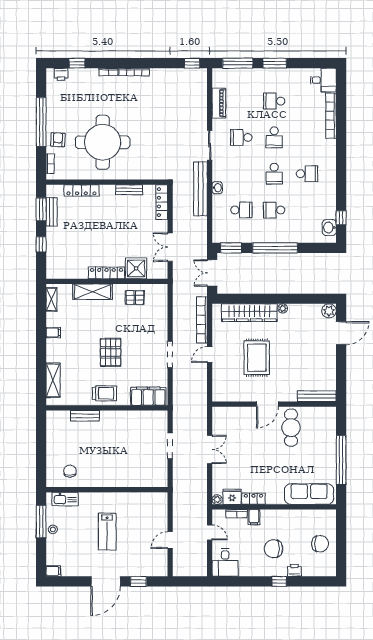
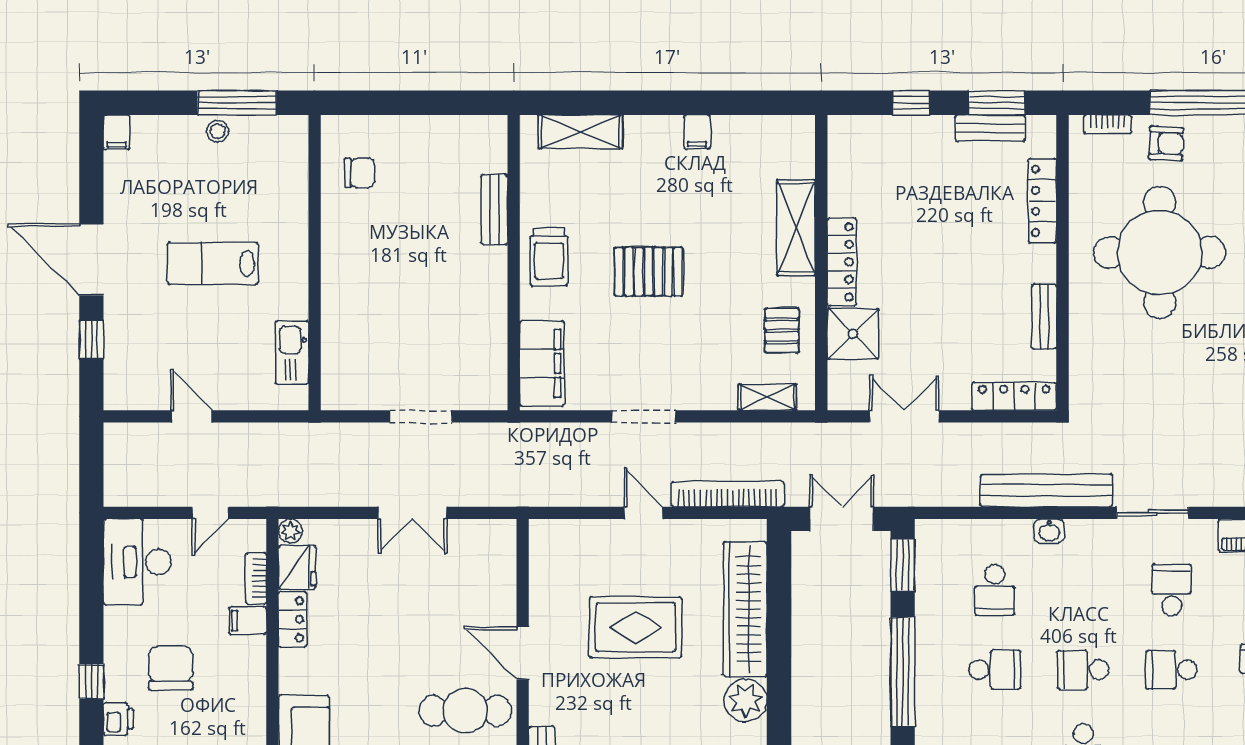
school desk: (274, 210) -> (995, 670), turned 90
shelving: (51, 299) -> (767, 397), moved
plant: (283, 308) -> (746, 700), width x1.88, depth x1.88
kitchen sink: (65, 499) -> (292, 353), moved
desk: (225, 562) -> (137, 562), width x1.37

